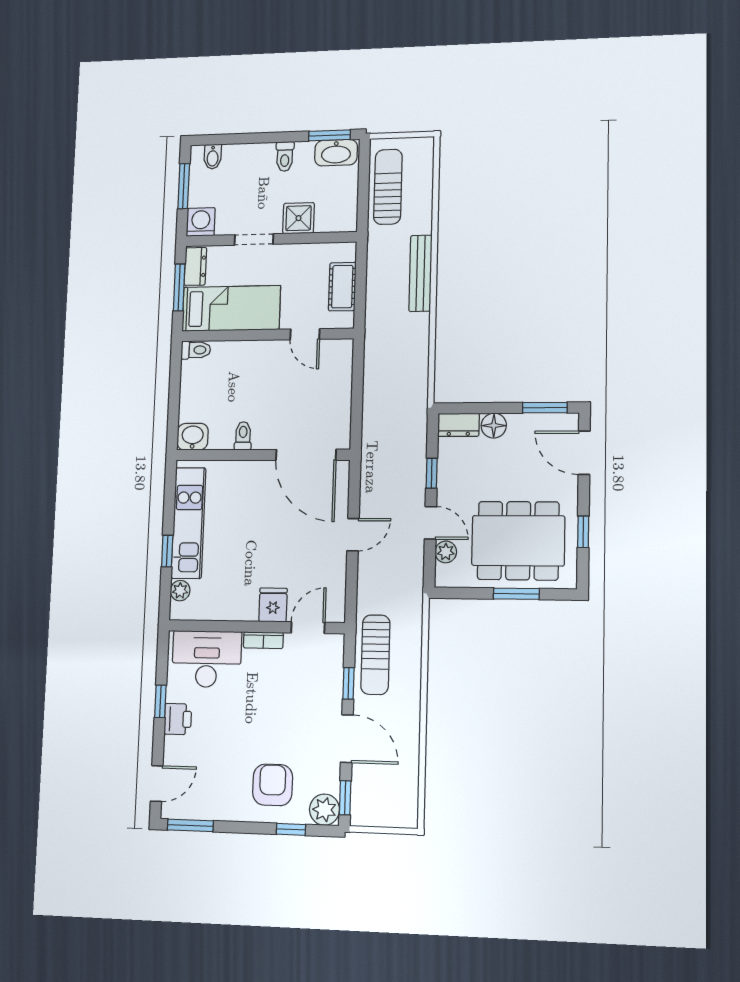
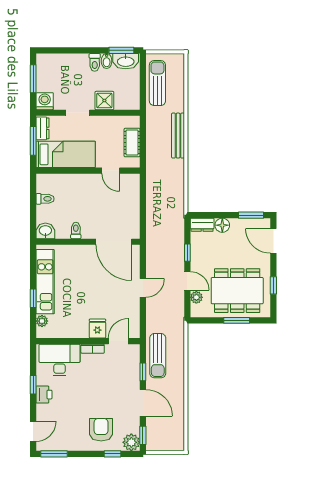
bidet: (213, 157) -> (107, 61), moved
toilet: (196, 350) -> (45, 199), moved

